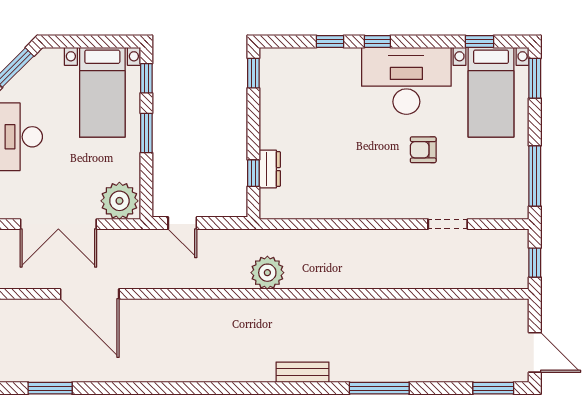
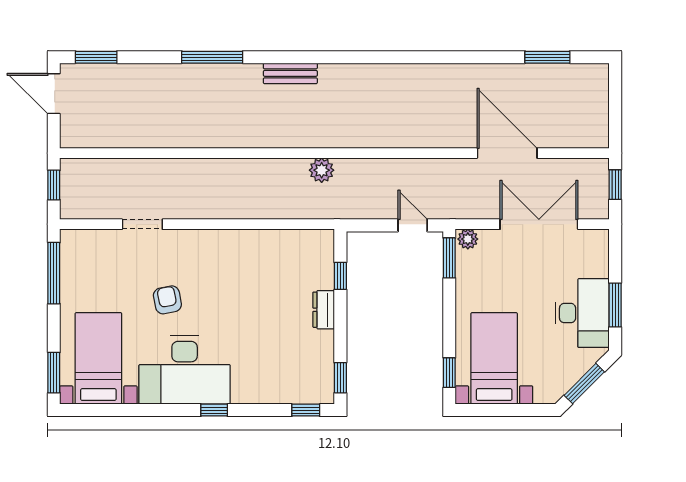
window: (330, 41) -> (306, 410), moved
window: (480, 41) -> (110, 410), removed
window: (146, 133) -> (449, 258), moved
armchair: (423, 150) -> (167, 300), turned -101
dresser: (270, 169) -> (324, 310), moved
plant: (119, 201) -> (468, 239), width x0.53, depth x0.53
plant: (267, 273) -> (322, 170), width x0.73, depth x0.73

